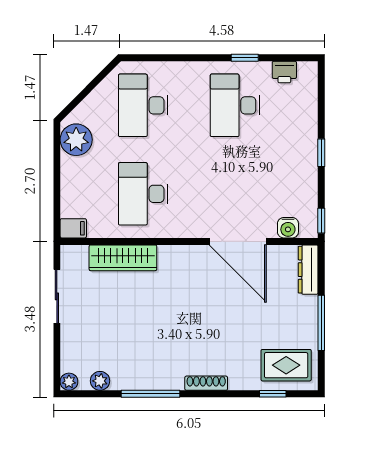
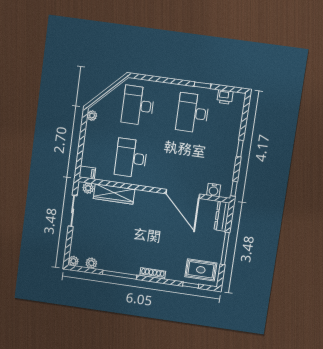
plant: (76, 140) -> (92, 116), width x0.53, depth x0.53
plant: (78, 254) -> (88, 188), added

